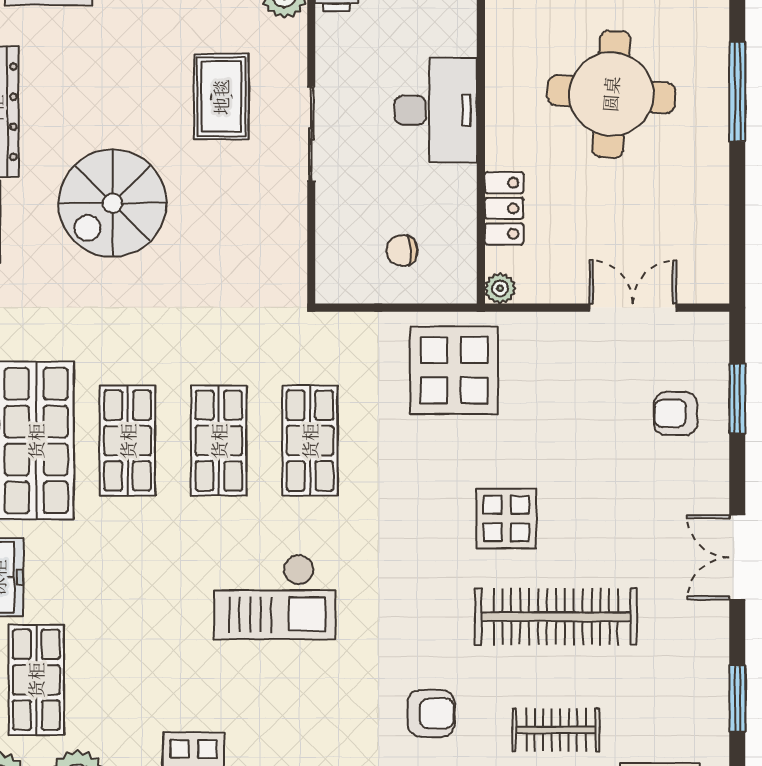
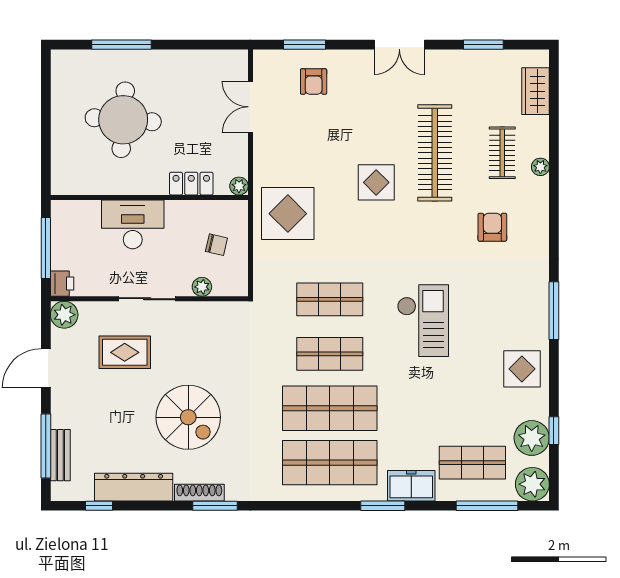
plant: (331, 226) -> (202, 287), added
chair: (402, 251) -> (216, 245), turned -74
shop shelf: (128, 441) -> (330, 408), width x1.43, depth x1.36

